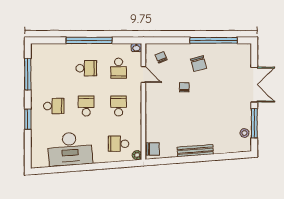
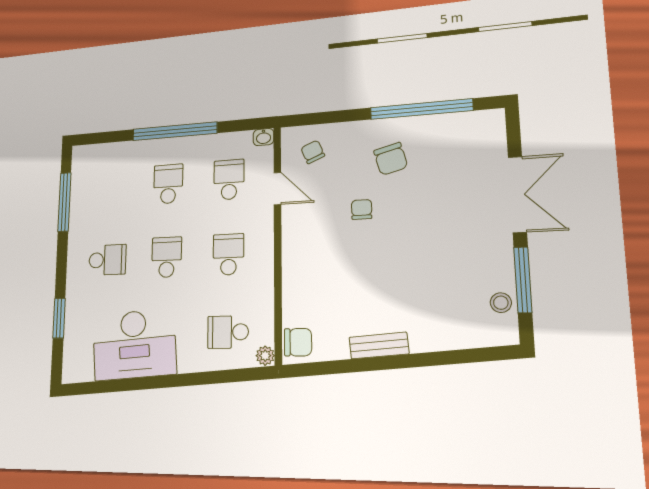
school desk: (86, 68) -> (168, 184), turned -90
school desk: (119, 68) -> (229, 180), turned 180
window: (28, 119) -> (59, 318), moved
bench: (195, 151) -> (379, 346), width x0.73

